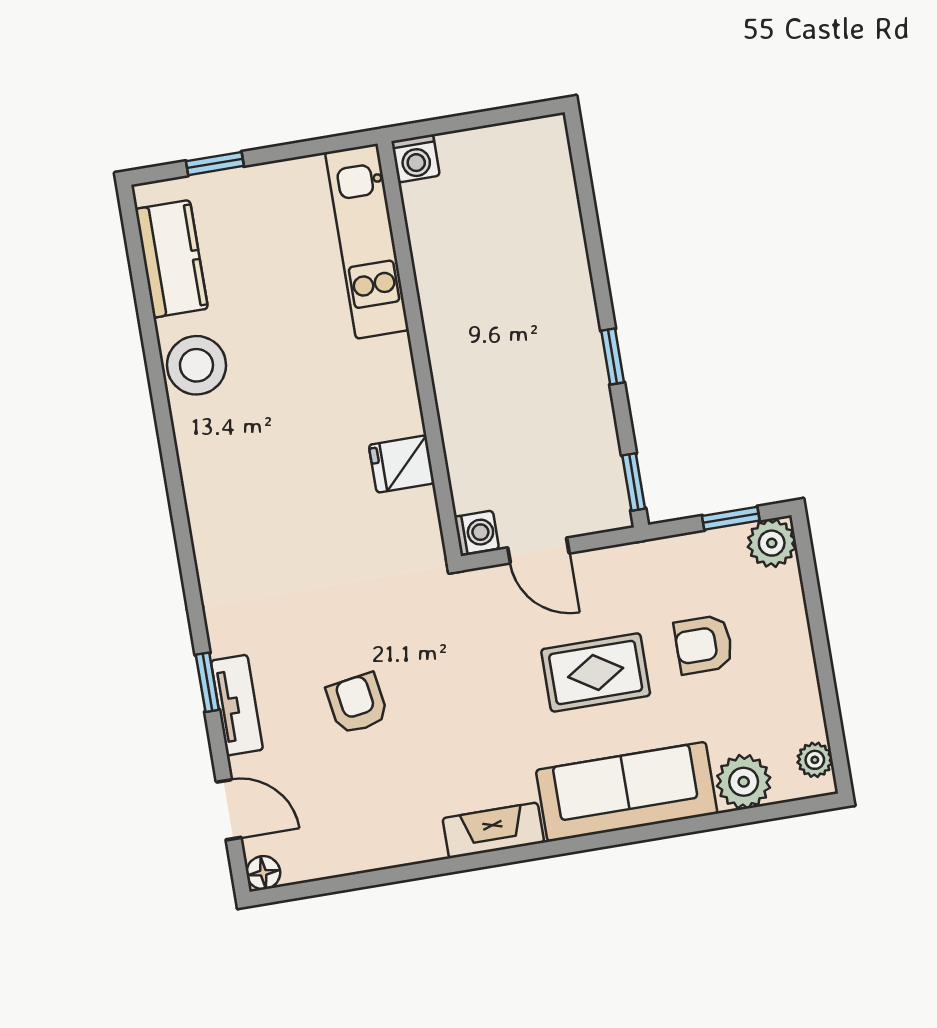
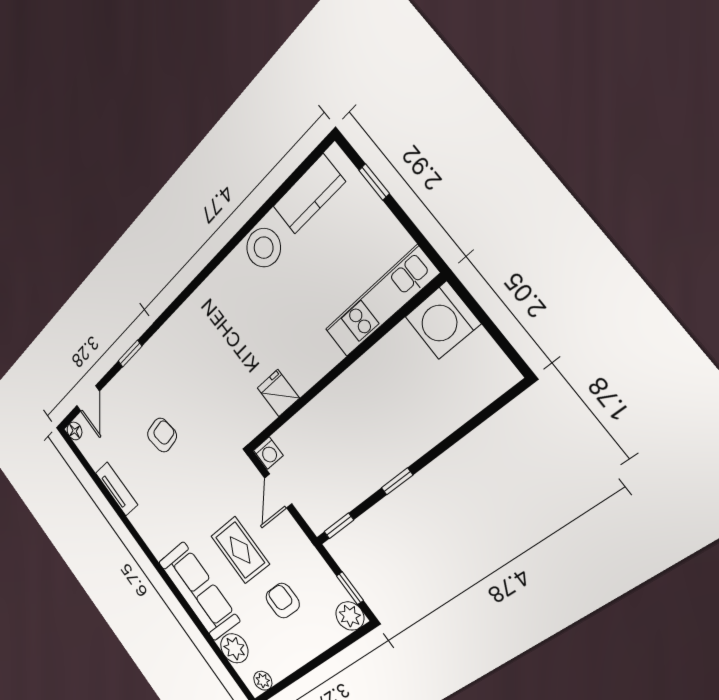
washing machine: (416, 158) -> (443, 320), width x1.89, depth x1.89
tv unit: (237, 705) -> (116, 489), moved, turned -90
fireplace: (493, 830) -> (149, 533), removed

